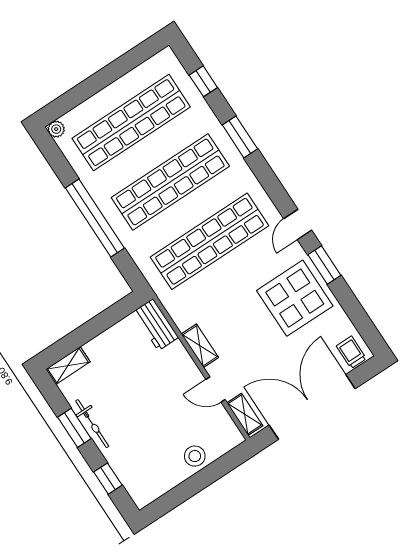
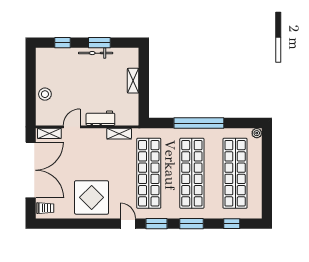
window: (324, 265) -> (157, 224), moved
workbench: (156, 325) -> (100, 118), moved
shelving: (200, 346) -> (119, 134), moved
shelving: (68, 366) -> (133, 81), moved

